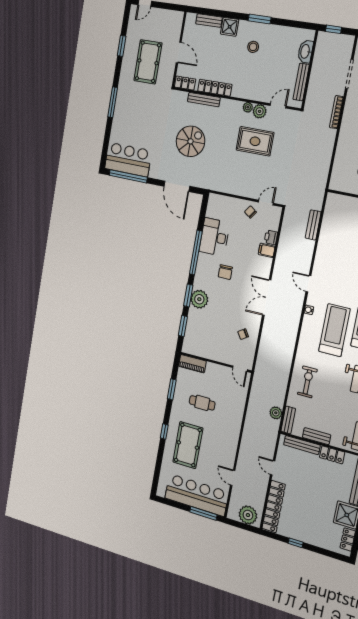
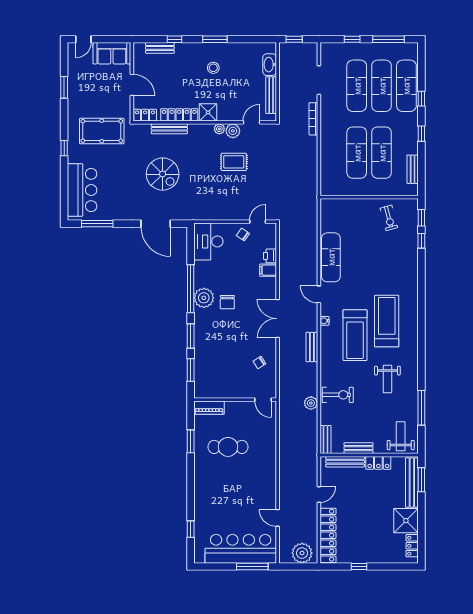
window: (223, 14) -> (175, 39), added
sofa: (167, 20) -> (112, 53), added
shower: (230, 27) -> (208, 112), moved
pool table: (148, 62) -> (102, 131), moved, turned 90
window: (113, 102) -> (64, 148), width x0.46
spiral stairs: (190, 141) -> (163, 174), turned 90
rug: (255, 141) -> (234, 162), width x0.73, depth x0.70
bar counter: (128, 160) -> (82, 190), moved, turned 90
window: (128, 176) -> (97, 224), width x0.68
bench: (313, 225) -> (312, 347), moved
desk: (214, 237) -> (208, 241), moved
exercise mat: (327, 251) -> (331, 257), added
plant: (199, 299) -> (204, 298), moved
treadmill: (334, 330) -> (355, 335), turned 180
exercise bike: (307, 382) -> (338, 395), turned 90
cafe table: (202, 403) -> (228, 447), width x1.37, depth x1.35
plant: (276, 413) -> (311, 403), moved
window: (164, 431) -> (191, 529), moved
pool table: (188, 445) -> (220, 497), removed
door: (273, 468) -> (319, 494), swing flipped

